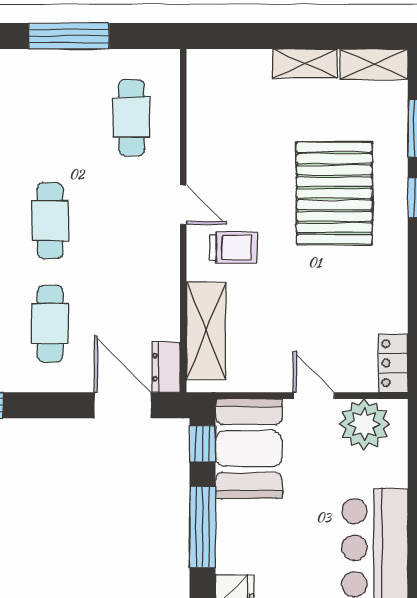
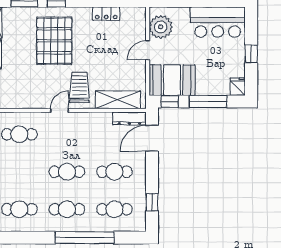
pallet: (334, 193) -> (54, 41), turned 90
trolley: (233, 248) -> (79, 87), width x1.36, depth x1.39
locker: (393, 363) -> (106, 14), moved
dresser: (166, 367) -> (129, 118), width x1.44

